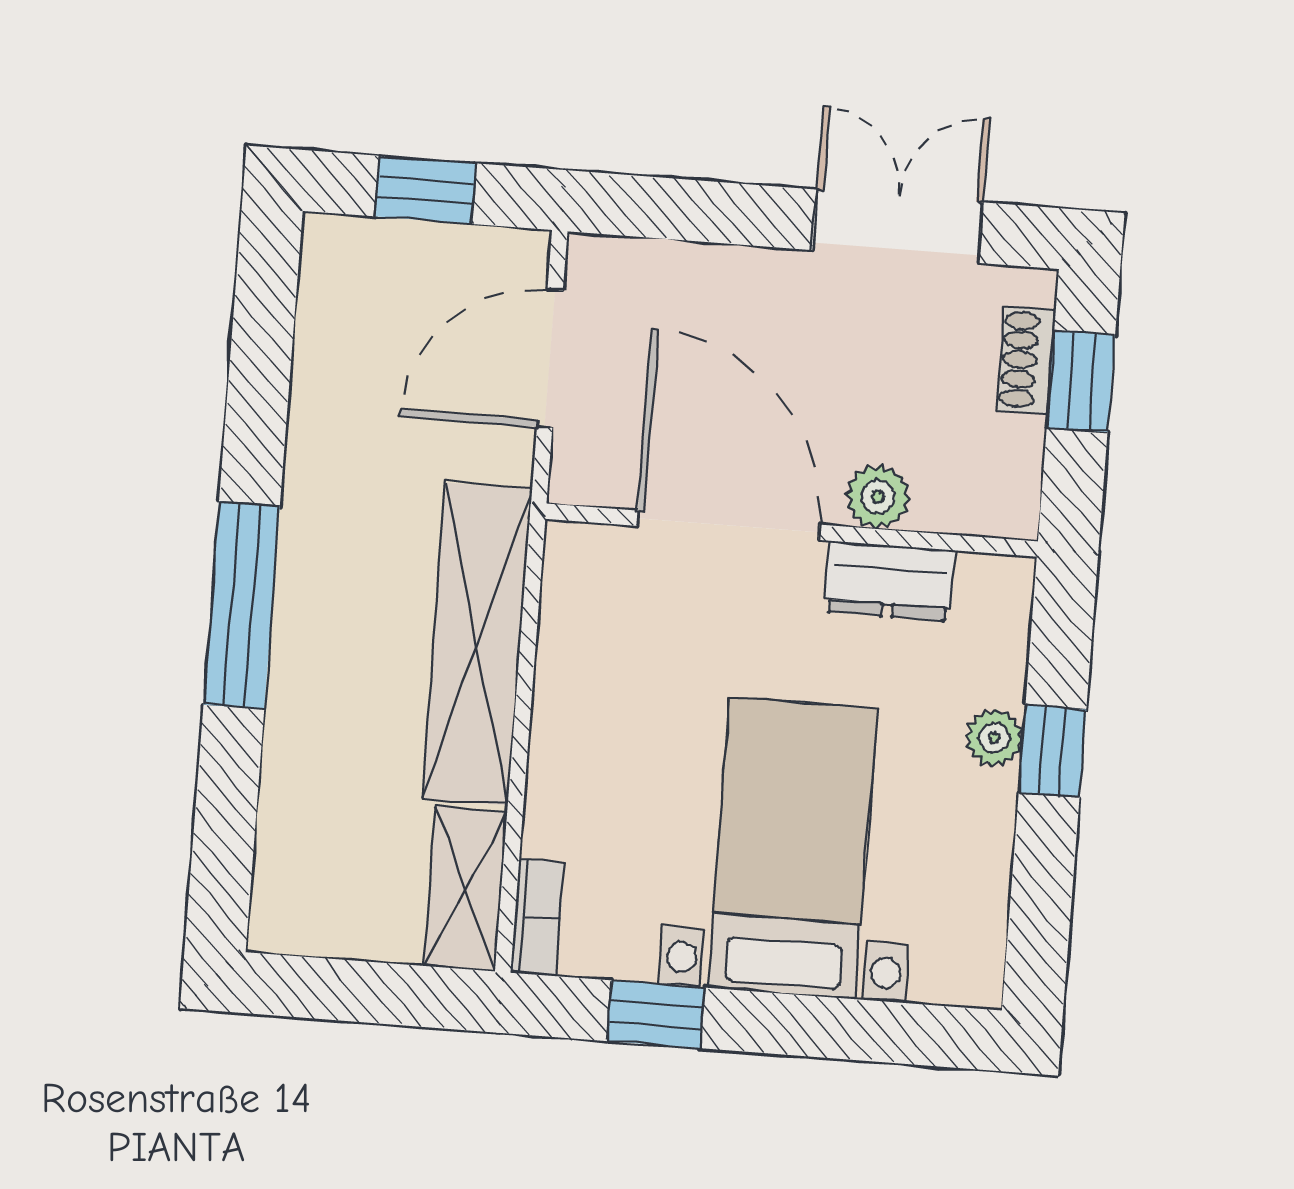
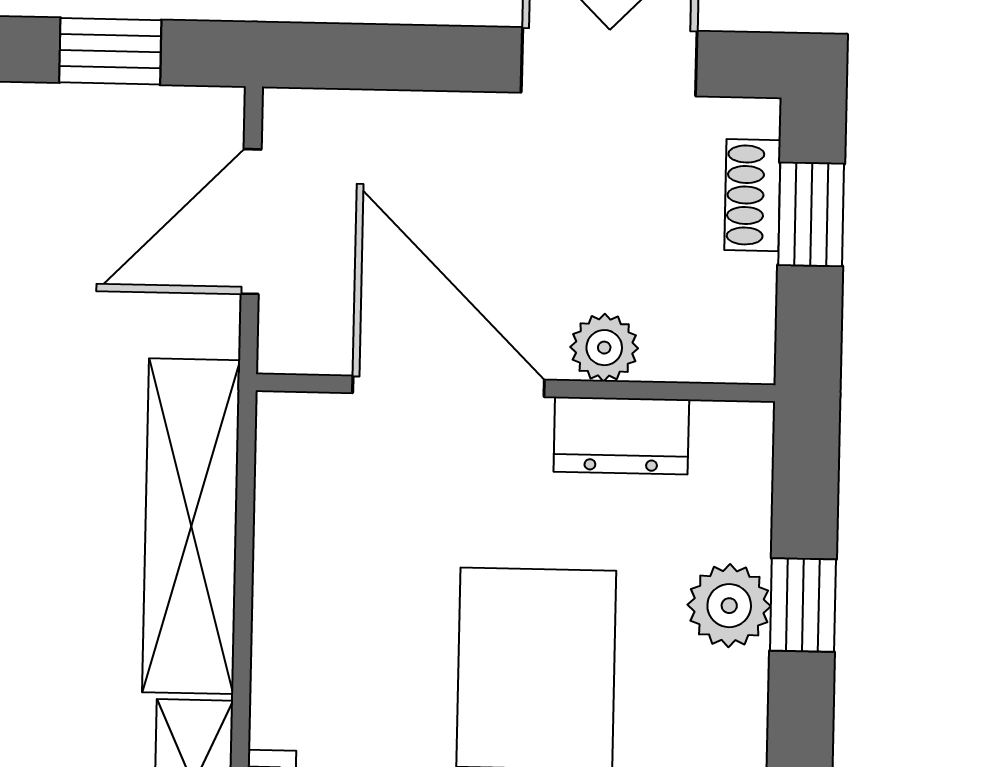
plant: (994, 738) -> (729, 606), width x1.38, depth x1.38

